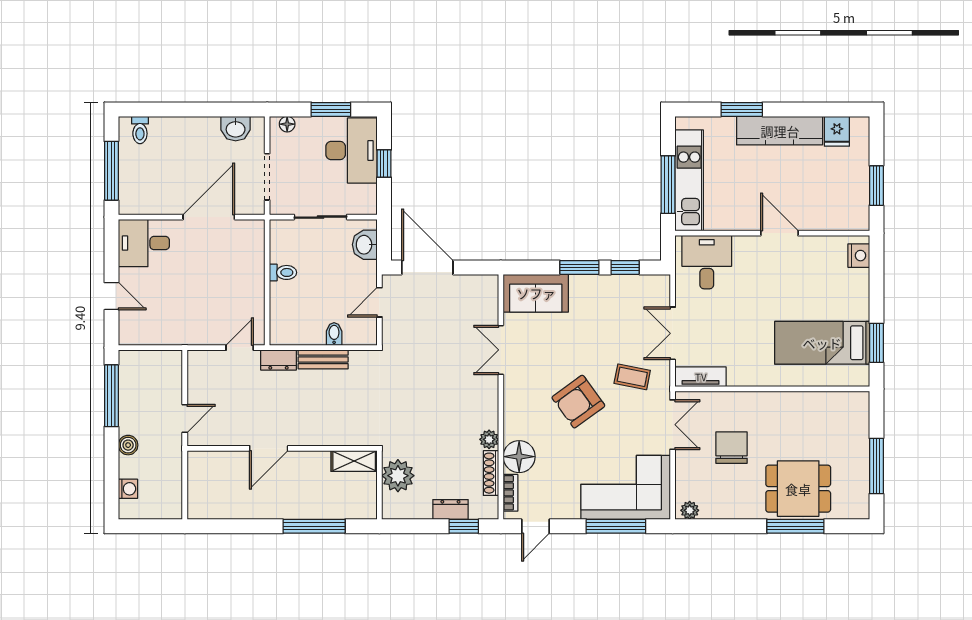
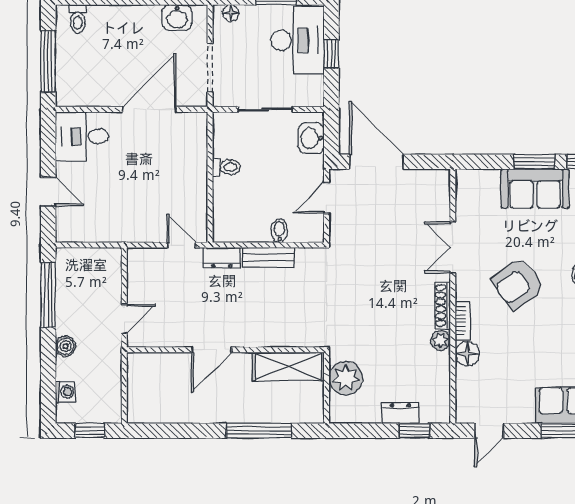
sofa: (536, 293) -> (535, 189), moved
door: (240, 348) -> (181, 245), hinge flipped
armchair: (578, 402) -> (518, 284), moved
floor lamp: (519, 457) -> (467, 354), width x0.73, depth x0.73
shelving: (354, 461) -> (288, 366), width x1.50, depth x1.33
shoe rack: (491, 473) -> (442, 305), moved
bookcase: (510, 493) -> (463, 321), moved
window: (151, 526) -> (90, 431), added

